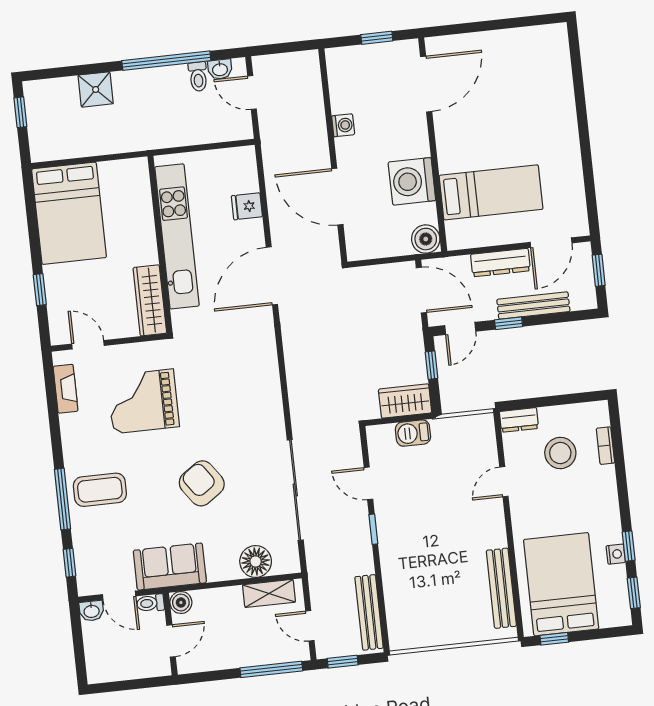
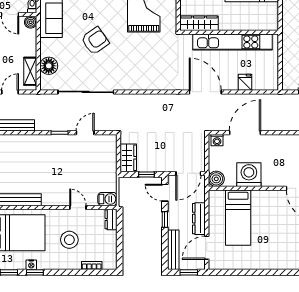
washing machine: (343, 125) -> (217, 140), moved
door: (551, 243) -> (207, 248), hinge flipped
bench: (533, 305) -> (173, 250), moved
barbecue: (413, 433) -> (107, 199), moved, turned 90
stool: (560, 453) -> (69, 240), moved

